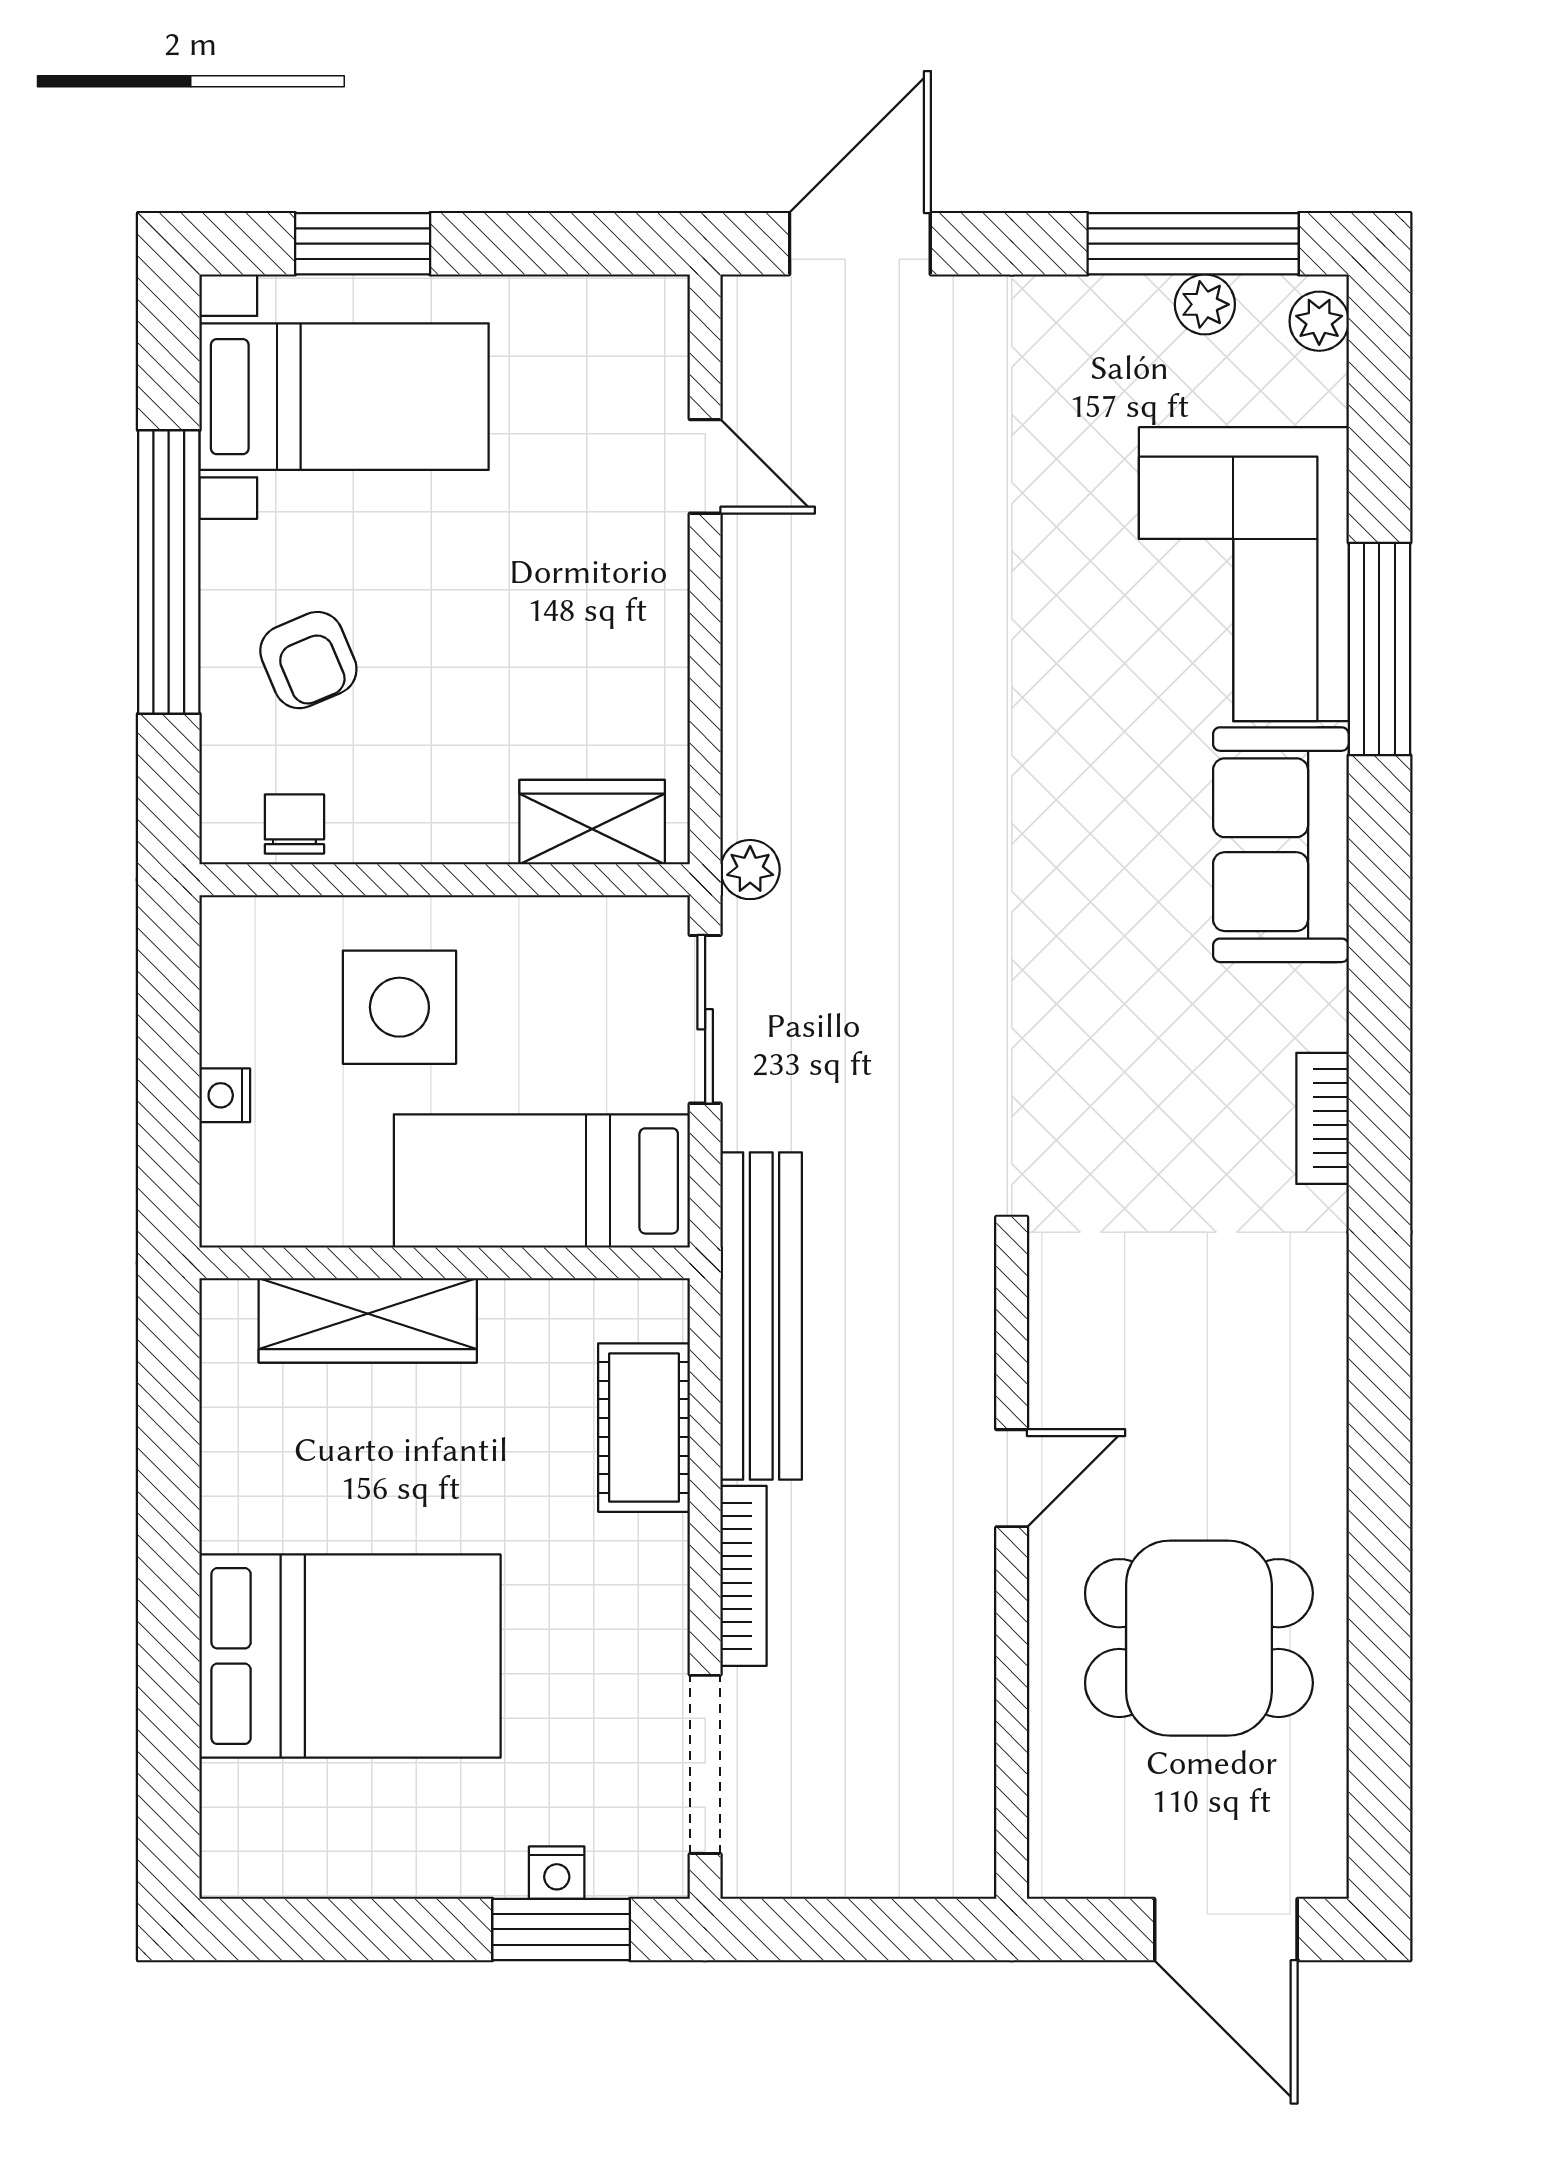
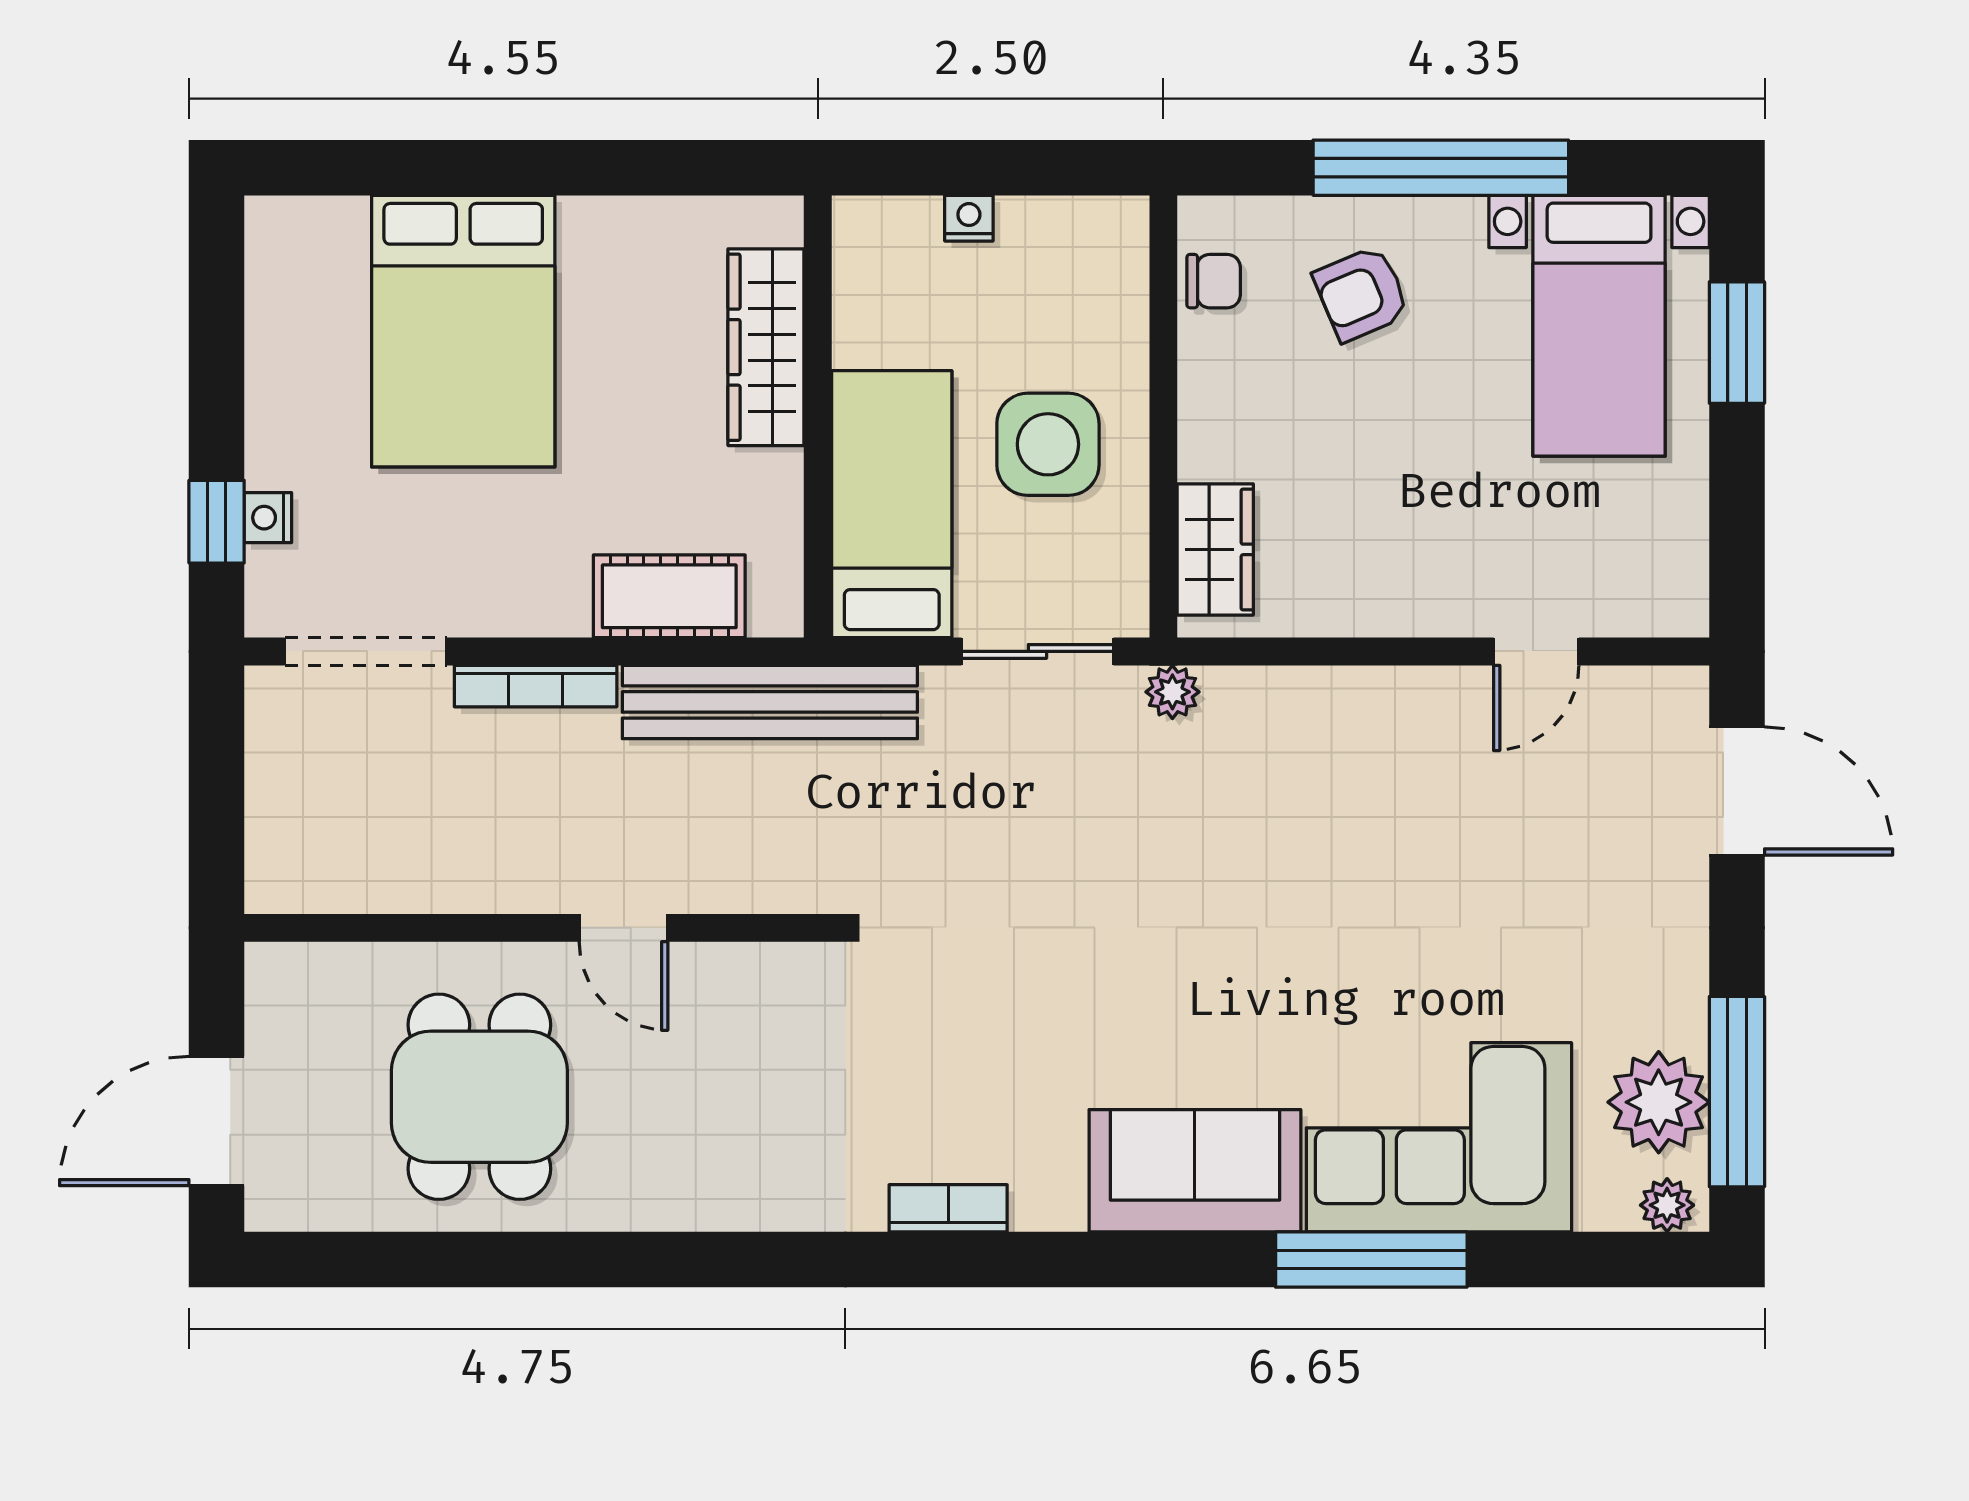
plant: (1205, 304) -> (1659, 1102), width x1.87, depth x1.87
side table: (399, 1007) -> (1048, 444), moved
window: (561, 1929) -> (217, 522), width x0.67

